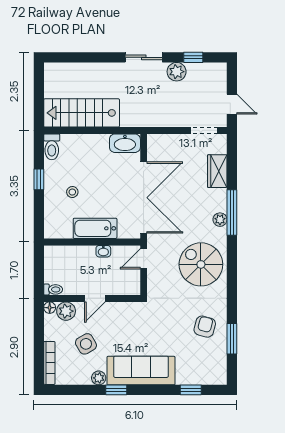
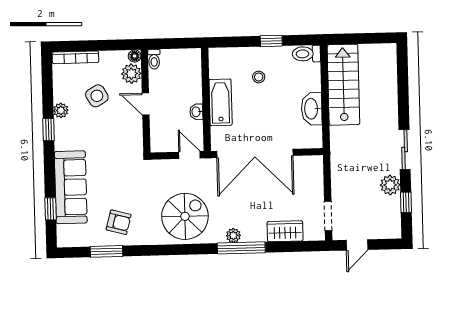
washbasin: (125, 143) -> (312, 109), moved
sofa: (141, 371) -> (71, 187), moved

